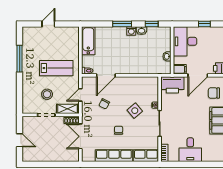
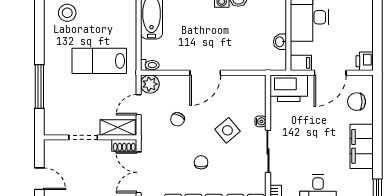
window: (20, 59) -> (39, 87), moved
lab bench: (56, 68) -> (99, 61), turned 180
door: (106, 75) -> (205, 73), moved
plant: (87, 82) -> (150, 84), added
stool: (47, 94) -> (67, 13), moved

